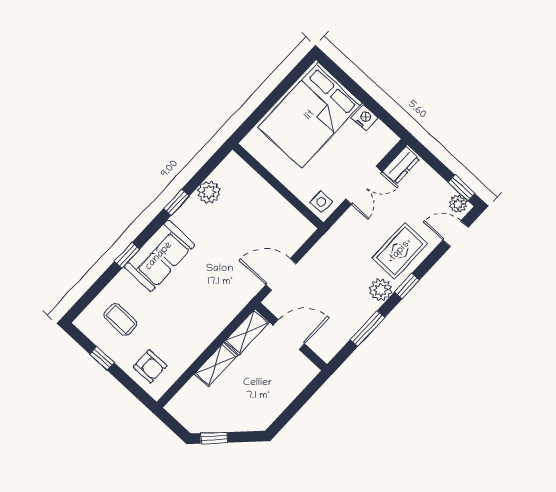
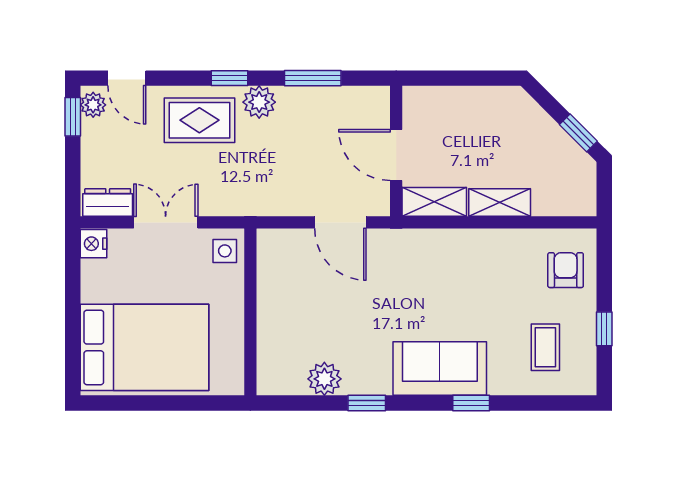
nightstand: (365, 118) -> (93, 244), moved

